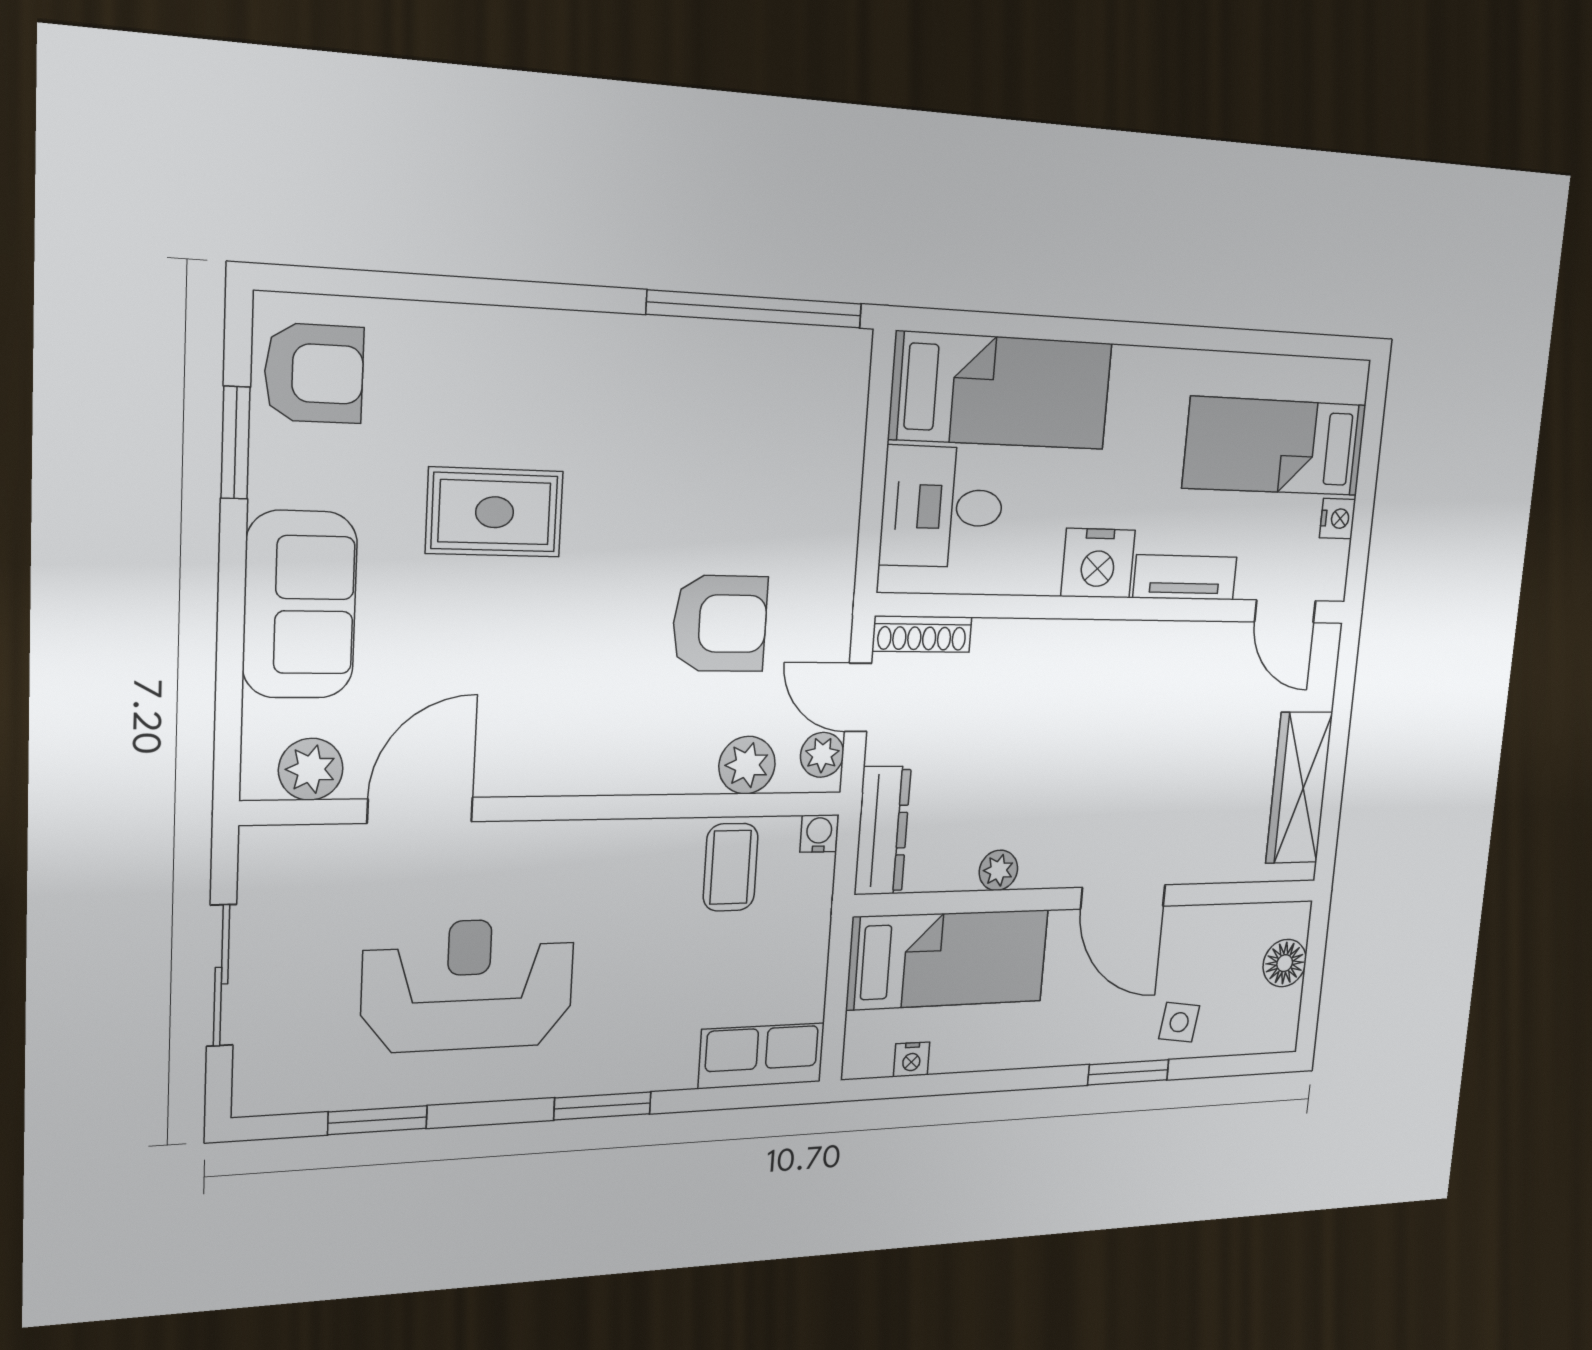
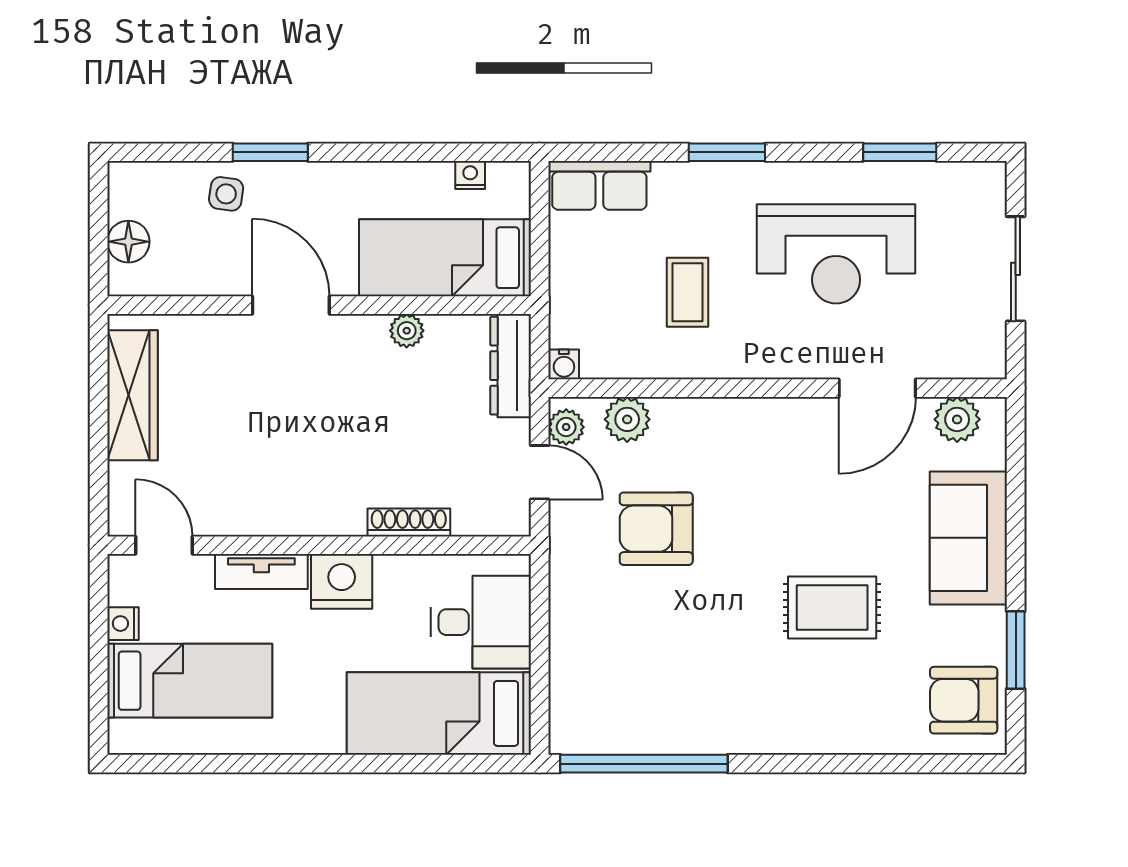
shoe rack: (922, 634) -> (409, 522), moved
coffee table: (731, 867) -> (687, 292), moved

